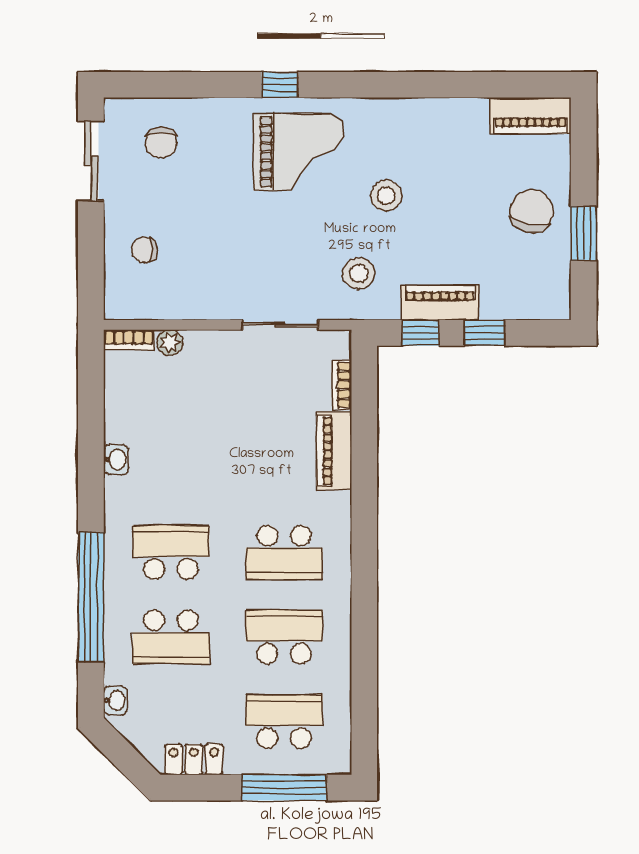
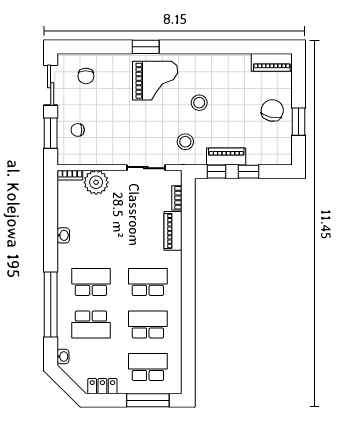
window: (280, 85) -> (146, 47), width x1.50
window: (91, 256) -> (51, 133), added
plant: (170, 343) -> (96, 182), width x1.87, depth x1.87
school desk: (284, 552) -> (148, 282), turned 180

